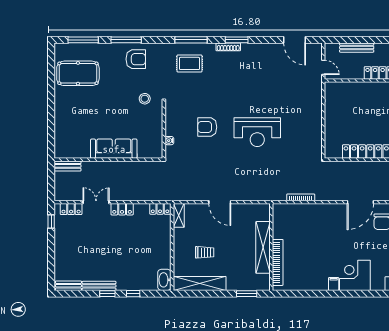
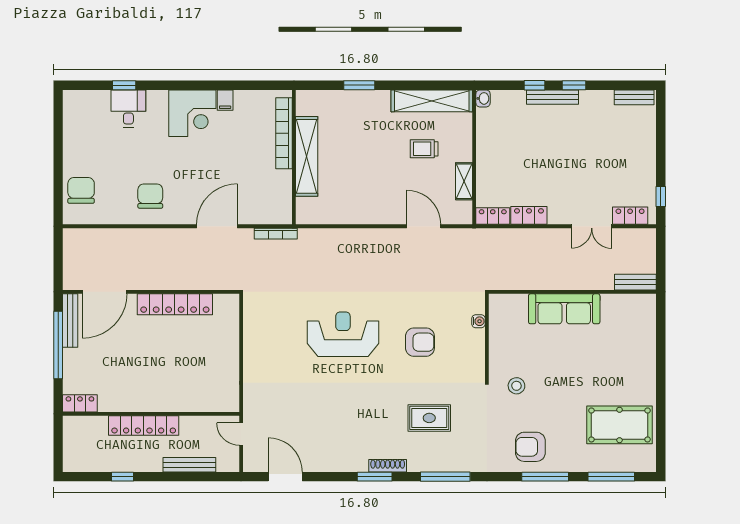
rug: (189, 63) -> (429, 418), moved
door: (220, 202) -> (424, 226), moved
door: (360, 202) -> (217, 226), moved
locker: (122, 209) -> (529, 215), moved
shelving: (179, 215) -> (464, 181), moved
shelving: (263, 247) -> (307, 156), moved
wall: (271, 247) -> (294, 157), moved
bookcase: (278, 262) -> (284, 133), moved
washbasin: (164, 280) -> (483, 98), width x0.52, depth x0.69
bench: (99, 286) -> (553, 97), moved

